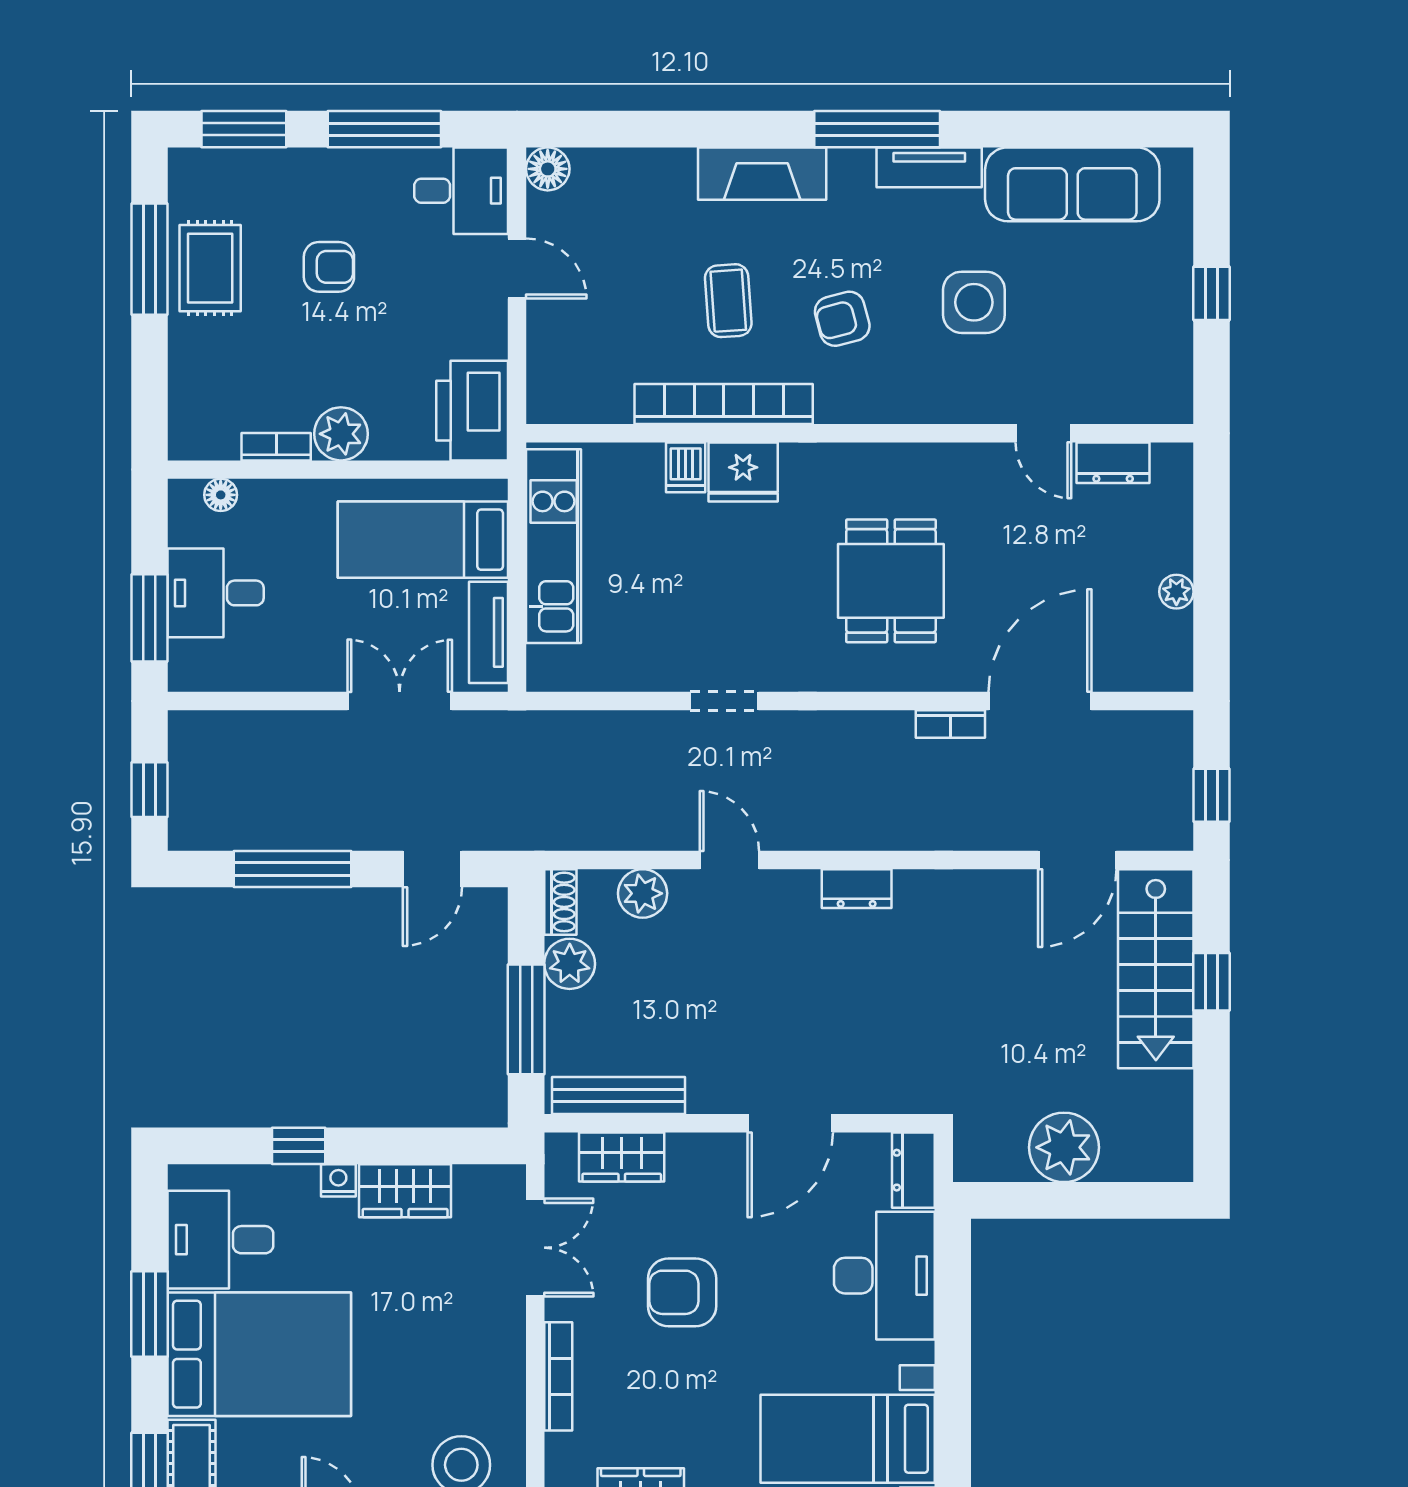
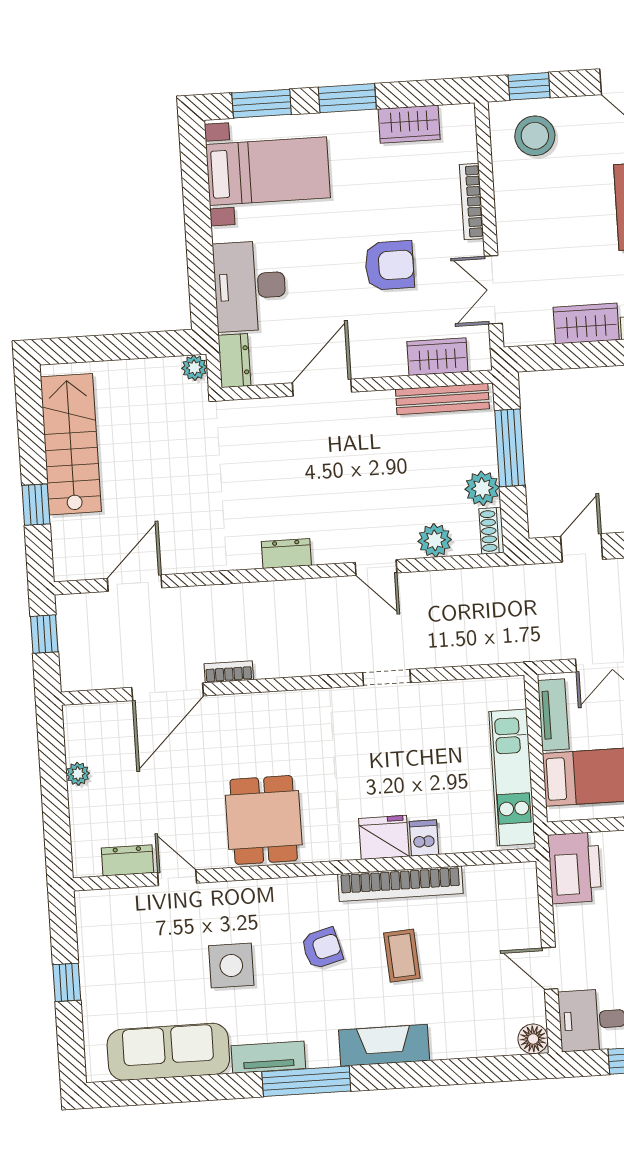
dining table: (891, 581) -> (264, 820), moved
stairs: (1156, 969) -> (71, 444), moved
plant: (1064, 1147) -> (194, 368), moved, width x0.53, depth x0.53

